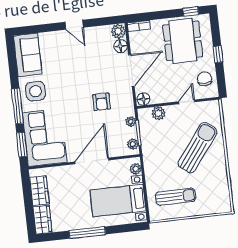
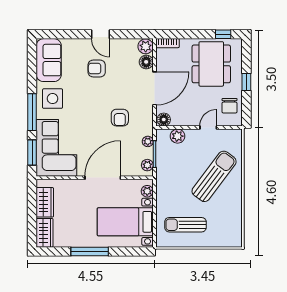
armchair: (74, 58) -> (97, 69), added
chair: (205, 79) -> (230, 106), turned 180
sun lounger: (176, 197) -> (185, 225), turned 180

